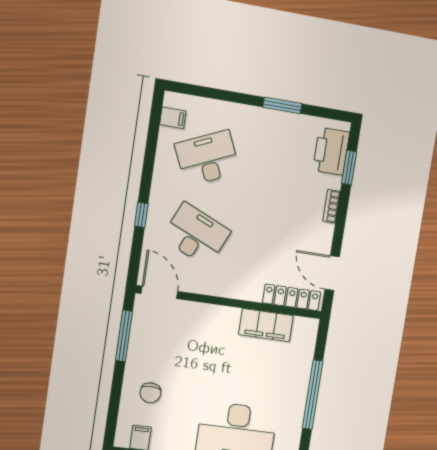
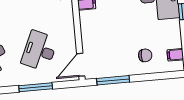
window: (141, 215) -> (36, 87), width x2.17

